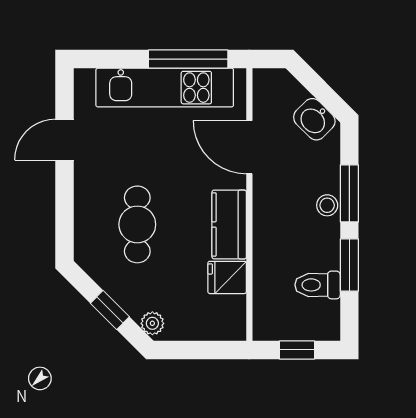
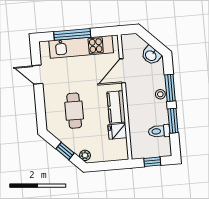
window: (188, 59) -> (72, 34), moved
door: (64, 140) -> (37, 75), hinge flipped
door: (249, 147) -> (122, 71), hinge flipped

